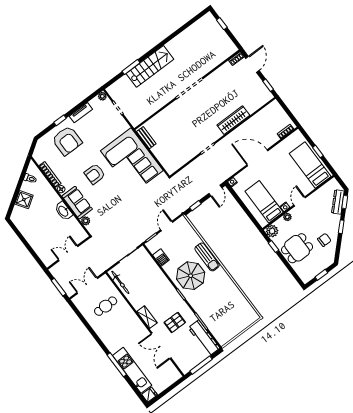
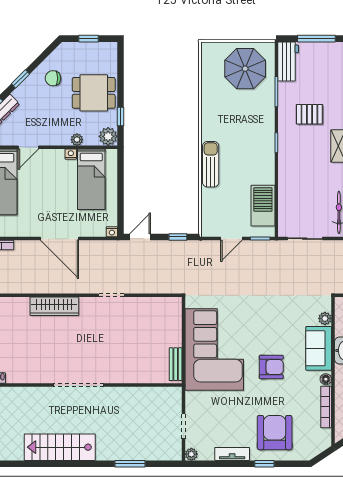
stairs: (150, 66) -> (60, 447), moved
door: (300, 201) -> (28, 147), moved
barbecue: (161, 257) -> (263, 206), width x1.88, depth x1.53
parasol: (191, 276) -> (245, 69), moved
workbench: (204, 338) -> (288, 61), width x0.73

